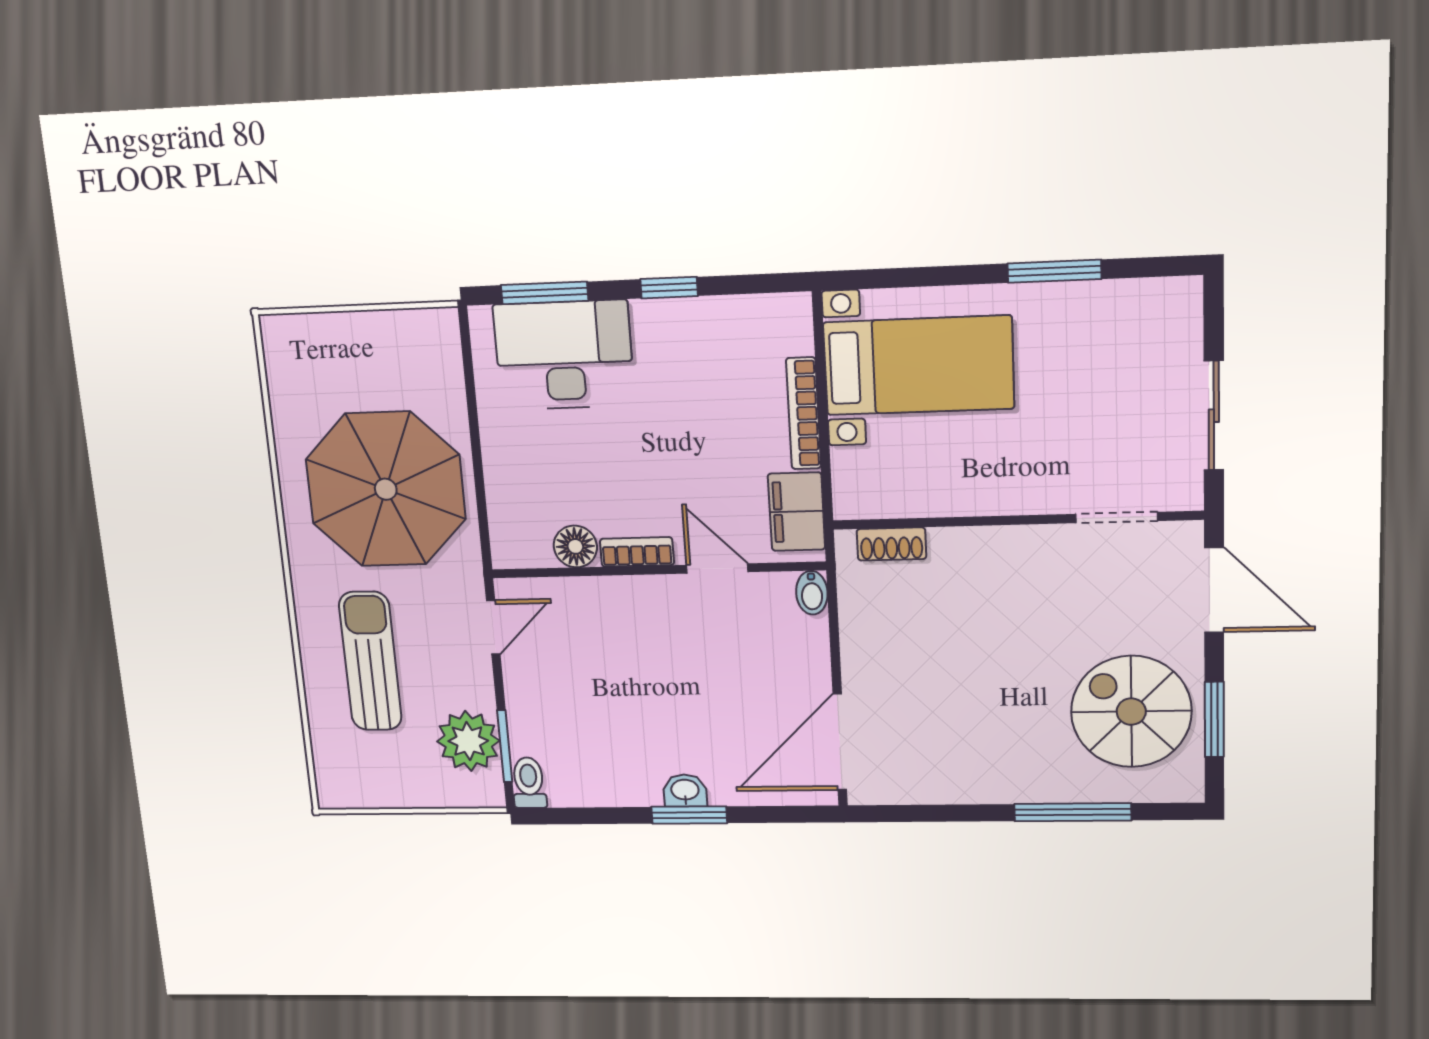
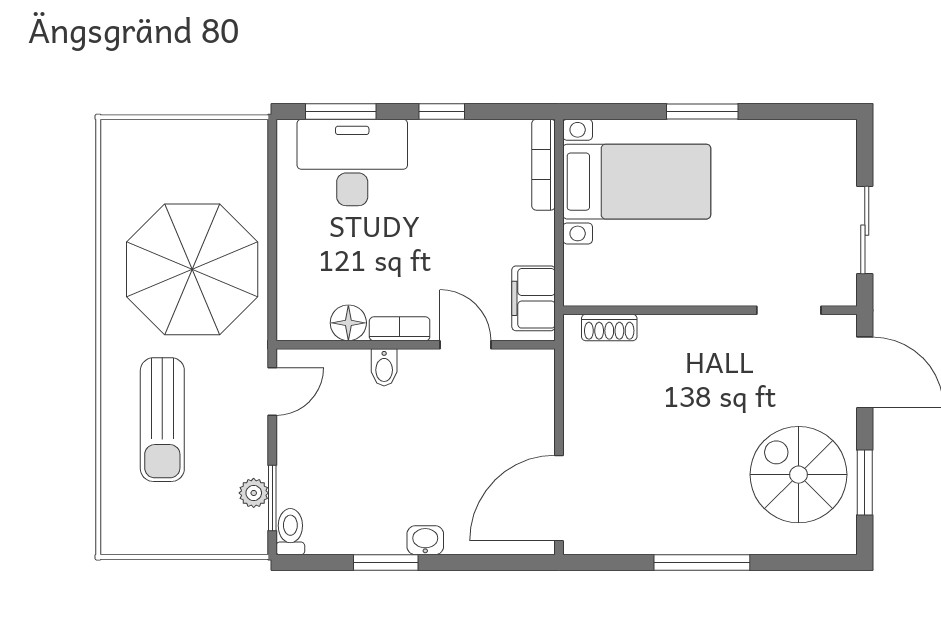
window: (1054, 271) -> (702, 111), moved
bookcase: (804, 413) -> (544, 165), moved
bidet: (812, 593) -> (384, 367), moved
sun lounger: (370, 661) -> (162, 420), turned 180
plant: (468, 741) -> (254, 493), width x0.53, depth x0.53
window: (1073, 812) -> (702, 563), moved
window: (689, 815) -> (386, 563), moved

